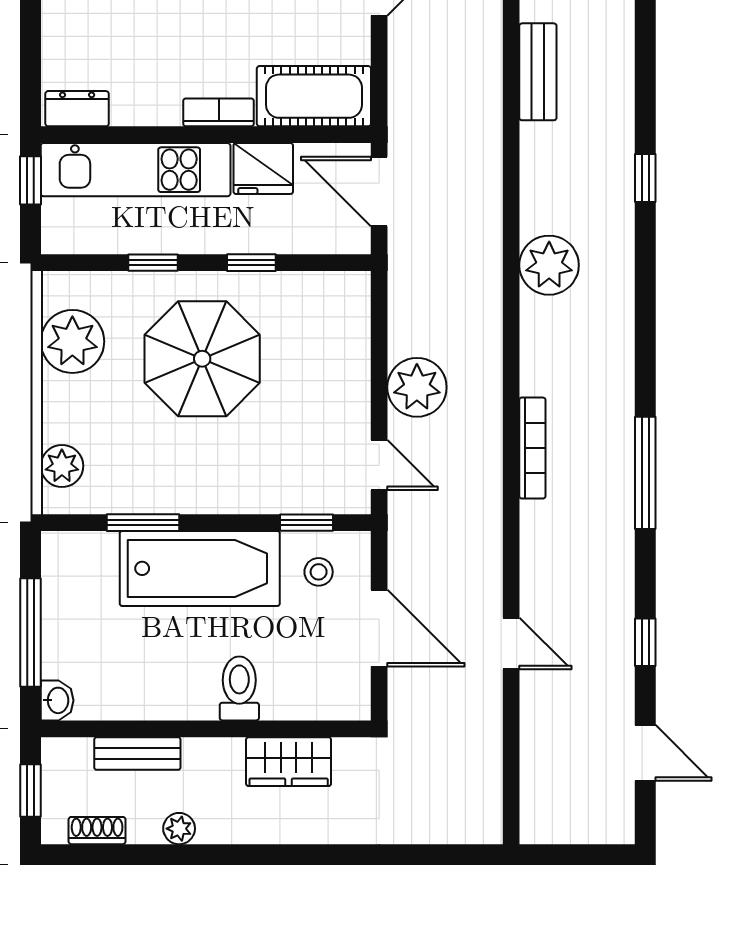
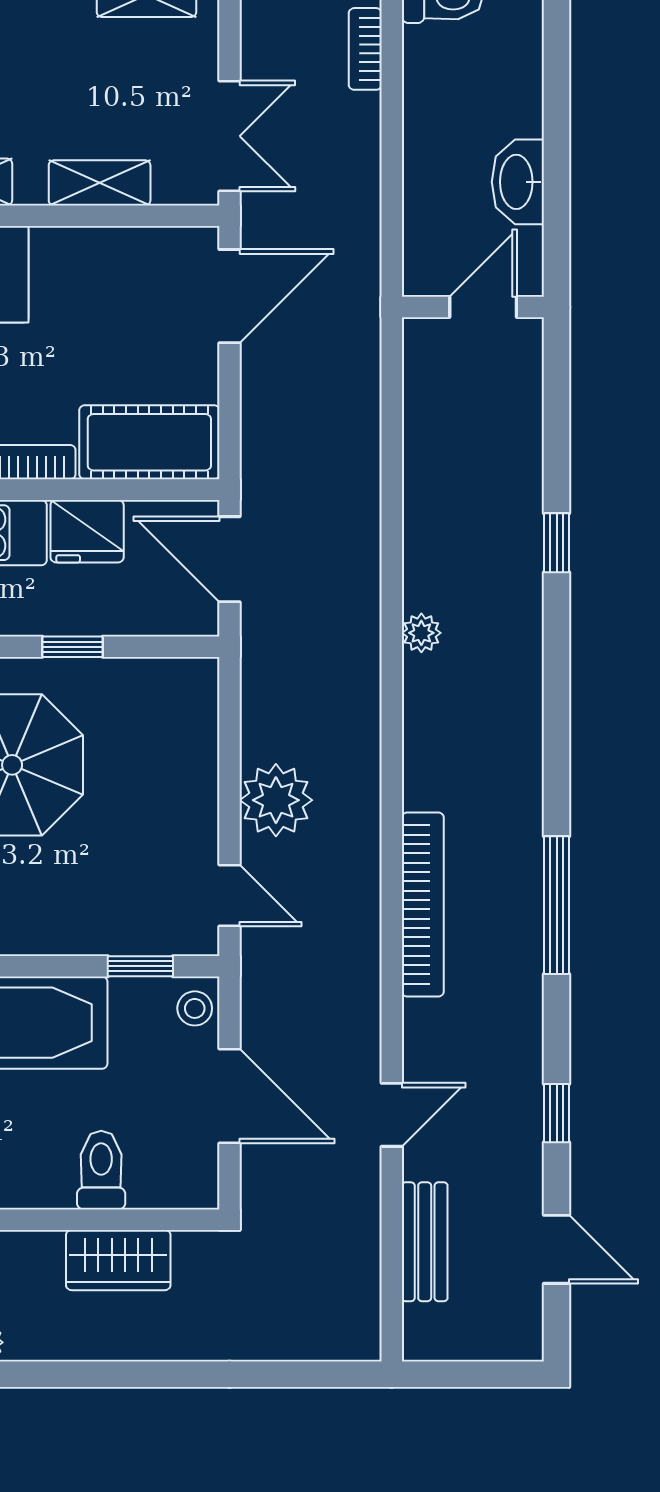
bench: (538, 72) -> (425, 1242), moved
plant: (549, 265) -> (421, 633), width x0.53, depth x0.53
bookcase: (532, 448) -> (423, 905), width x1.48, depth x1.31
stool: (319, 572) -> (195, 1008), moved
door: (511, 643) -> (392, 1115), hinge flipped
toilet: (239, 688) -> (101, 1170), moved

